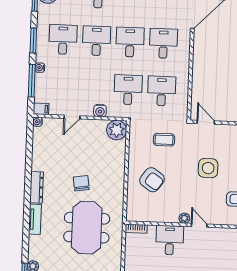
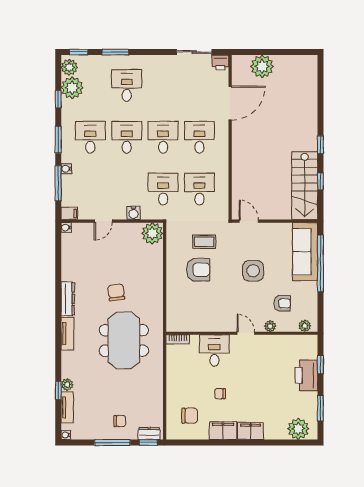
armchair: (152, 180) -> (198, 270), moved, turned -35
plant: (184, 218) -> (270, 326), moved

